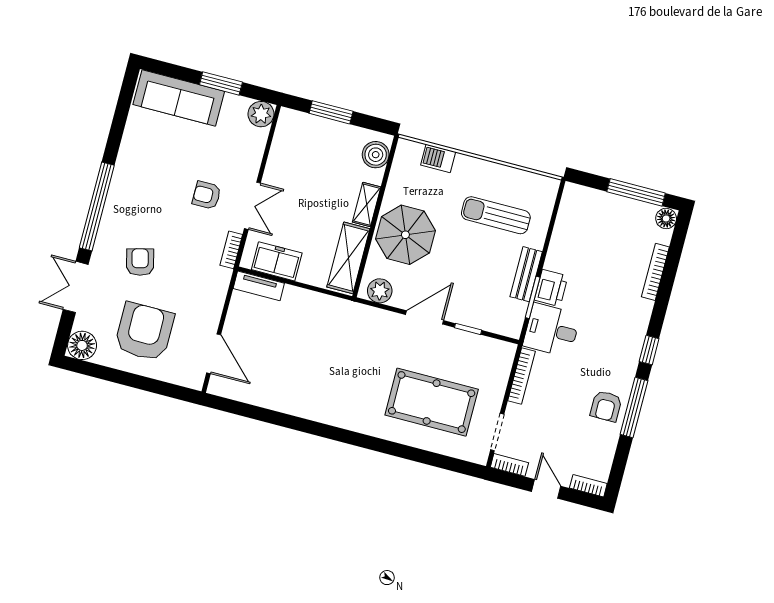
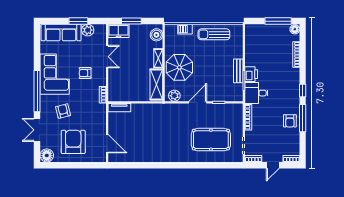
plant: (261, 114) -> (88, 30), moved
corner sofa: (142, 181) -> (55, 74), added
double door: (252, 206) -> (107, 57), moved
sun lounger: (496, 215) -> (214, 34), moved
freezer: (277, 261) -> (118, 31), moved, turned 180
door: (546, 489) -> (273, 165), swing flipped

